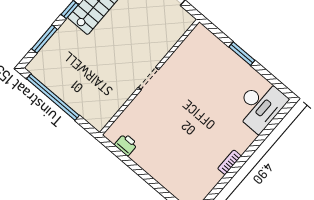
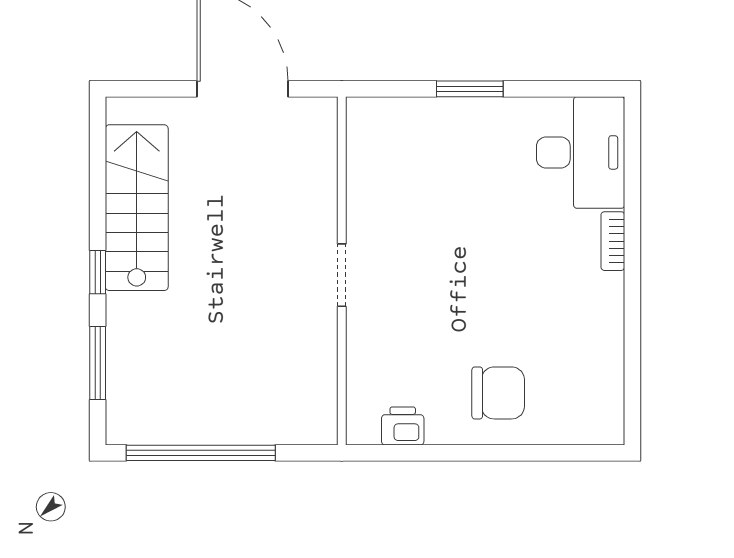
chair: (166, 160) -> (498, 393), added
bookcase: (229, 162) -> (613, 241), moved

